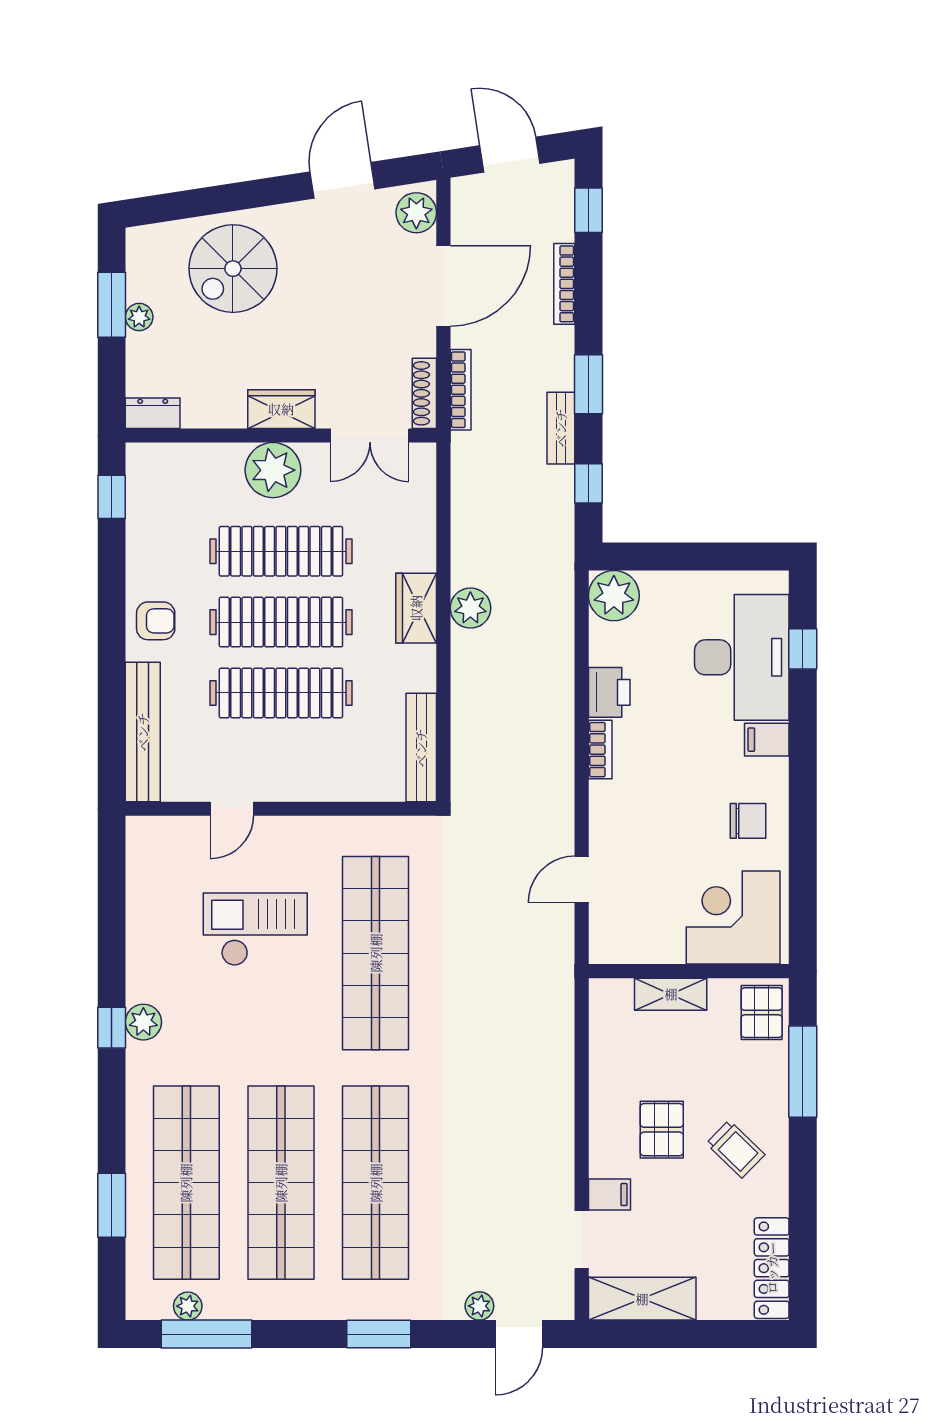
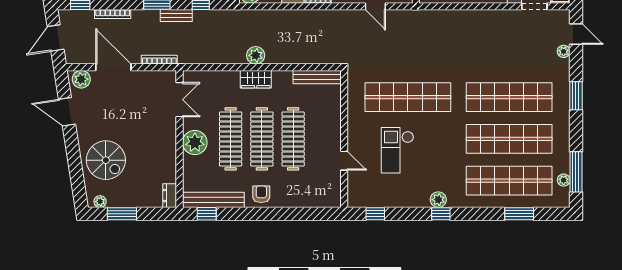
plant: (139, 317) -> (100, 202), moved
shoe rack: (424, 393) -> (161, 76), removed
wardrobe: (281, 409) -> (168, 139), removed
bench: (143, 732) -> (213, 200), moved
window: (112, 879) -> (375, 214), added

